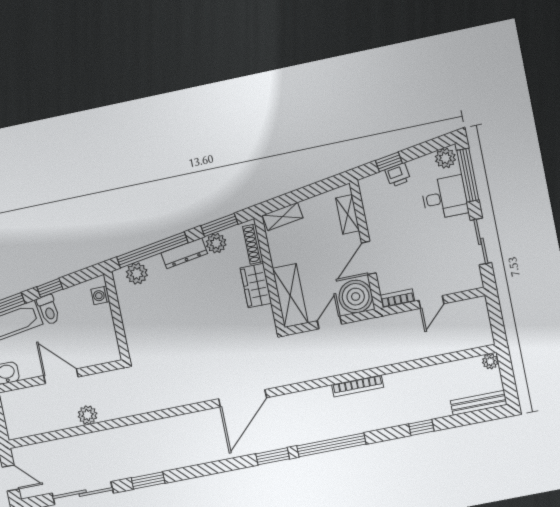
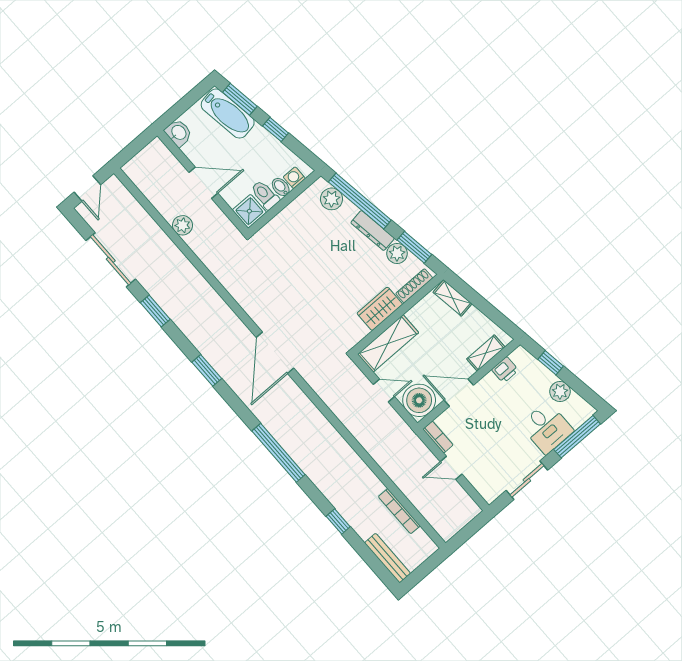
plant: (445, 158) -> (560, 392), moved
printer: (398, 175) -> (505, 370), moved, turned -81
toilet: (49, 310) -> (265, 195), moved, turned 99
bidet: (102, 312) -> (281, 187), added
shower: (108, 351) -> (249, 211), added
plant: (490, 361) -> (429, 547), removed
door: (61, 376) -> (203, 183), hinge flipped
bookcase: (358, 386) -> (399, 511), moved
door: (243, 398) -> (275, 353), hinge flipped
window: (273, 456) -> (207, 370), moved

